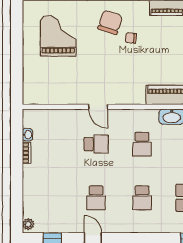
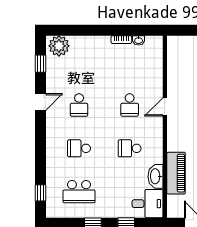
school desk: (96, 198) -> (79, 105), turned -90
plant: (28, 224) -> (59, 46), width x1.87, depth x1.87

